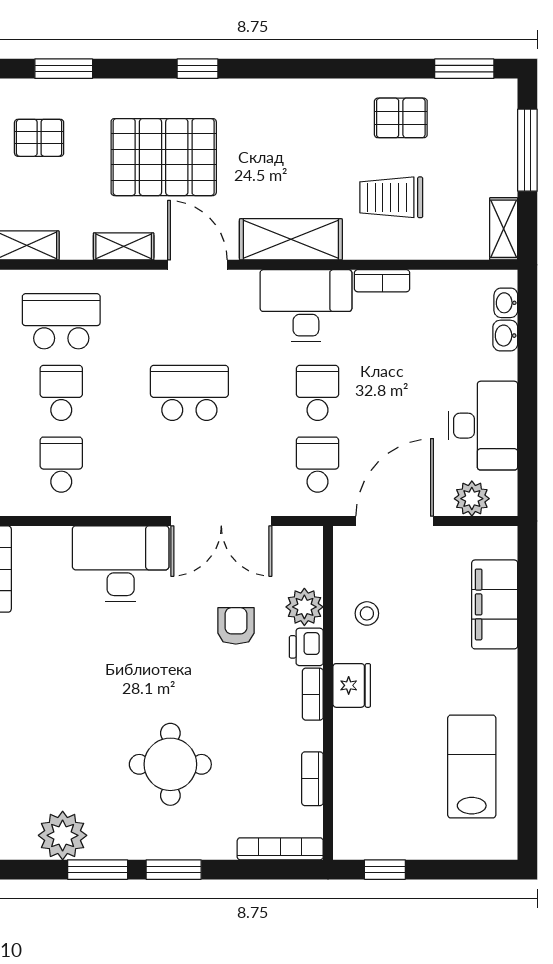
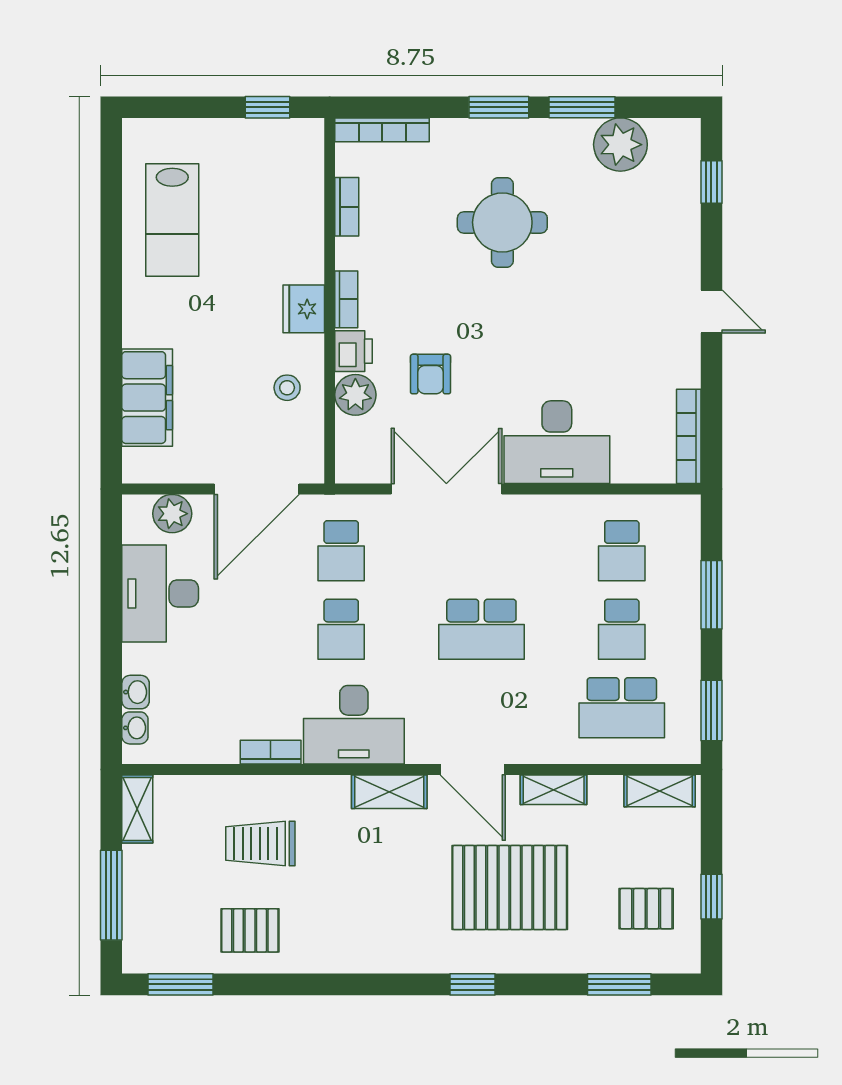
trolley: (391, 197) -> (260, 843), turned 180
shelving: (291, 239) -> (389, 792), width x0.67, depth x0.75

